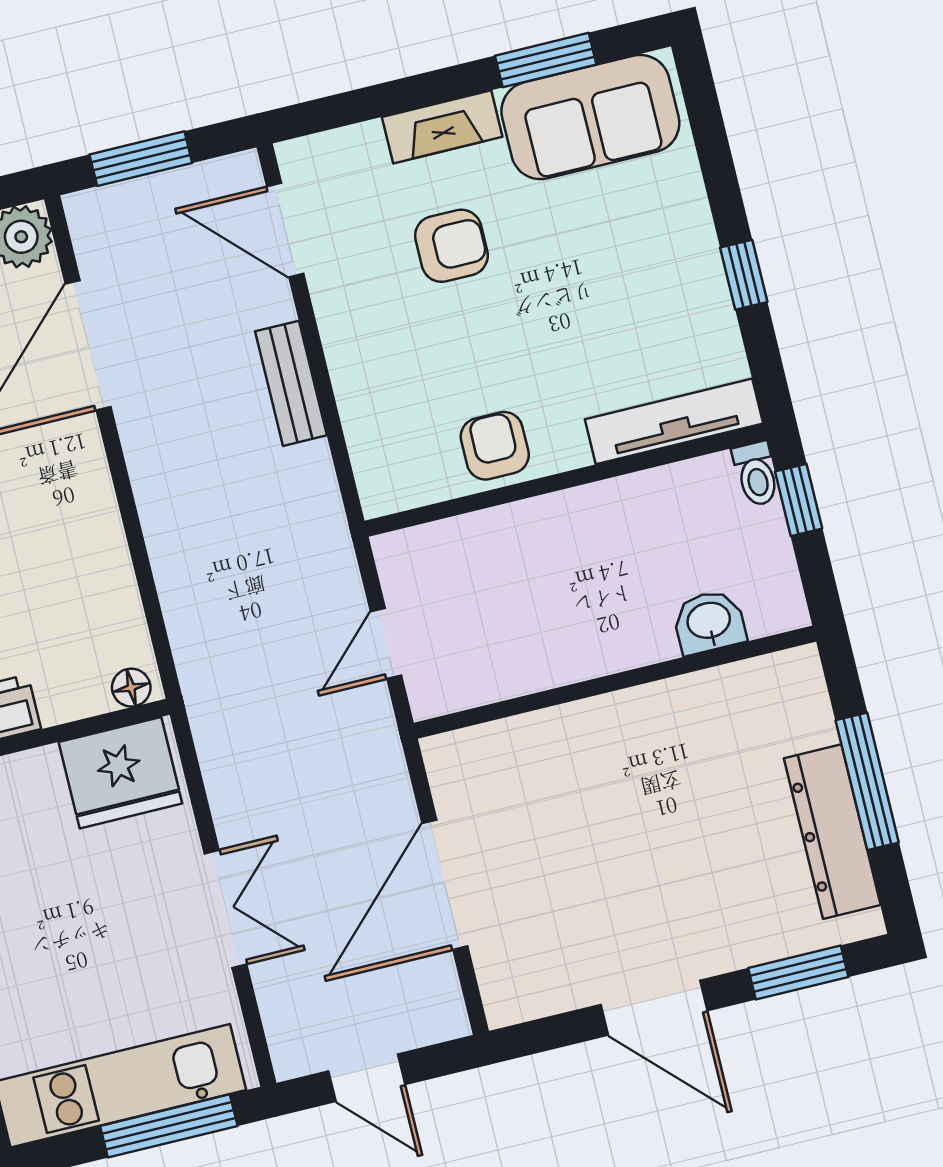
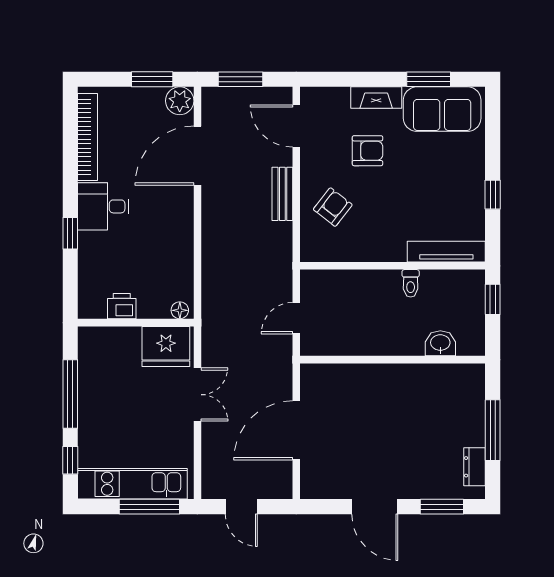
armchair: (495, 446) -> (333, 207), moved, turned 38
toilet: (756, 474) -> (411, 283), moved
dresser: (832, 832) -> (474, 467), width x0.51, depth x0.80
double door: (225, 909) -> (197, 395), moved

